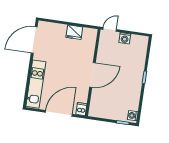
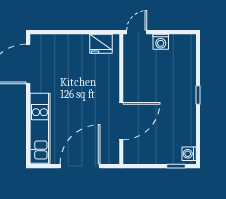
fridge: (74, 32) -> (101, 44), moved
door: (92, 75) -> (121, 121), moved
dishwasher: (81, 109) -> (112, 155), removed

